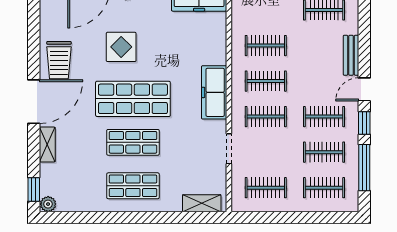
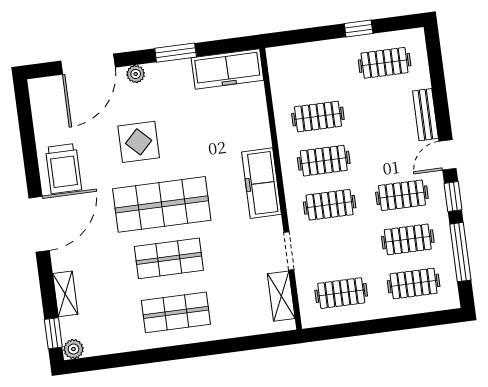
shelving: (47, 145) -> (65, 294), moved
shelving: (202, 203) -> (281, 296), moved, turned 90

